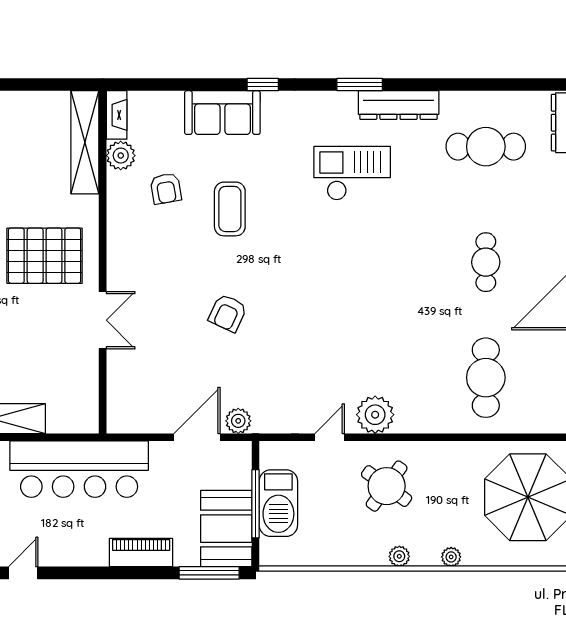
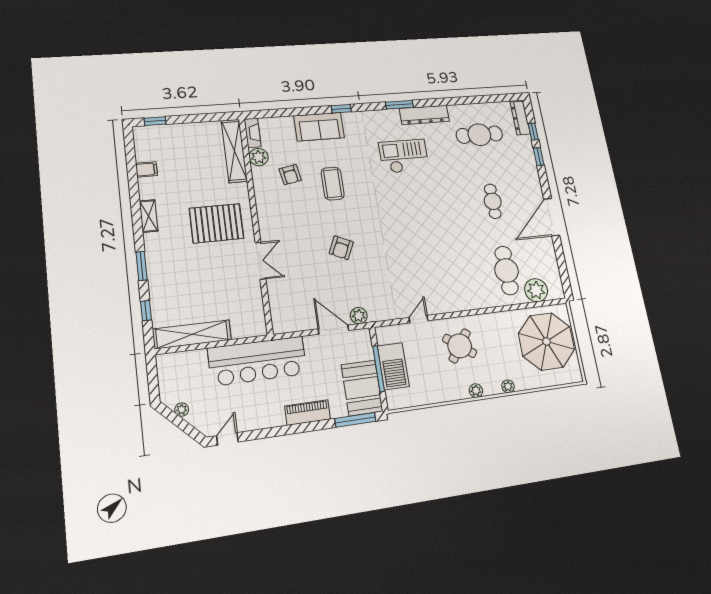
plant: (375, 415) -> (536, 290), moved
door: (197, 437) -> (334, 330), hinge flipped

